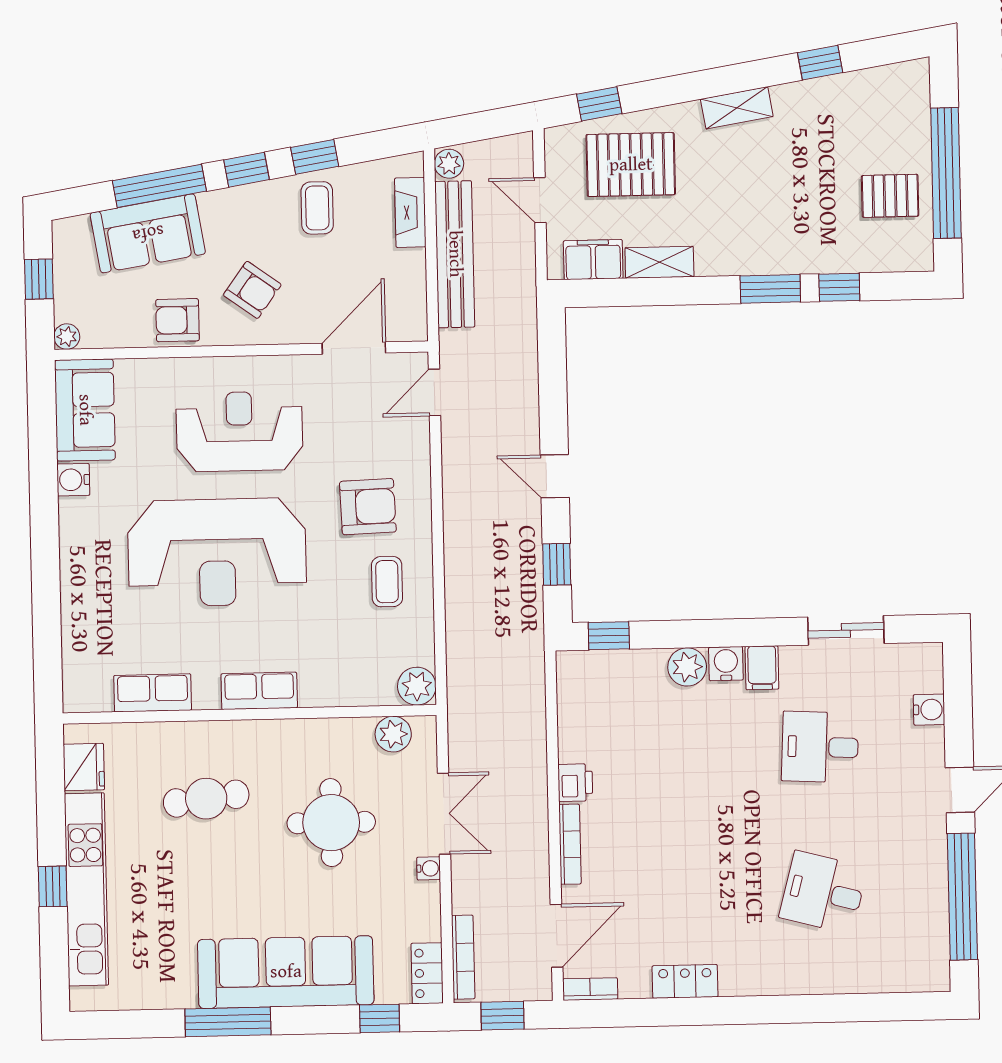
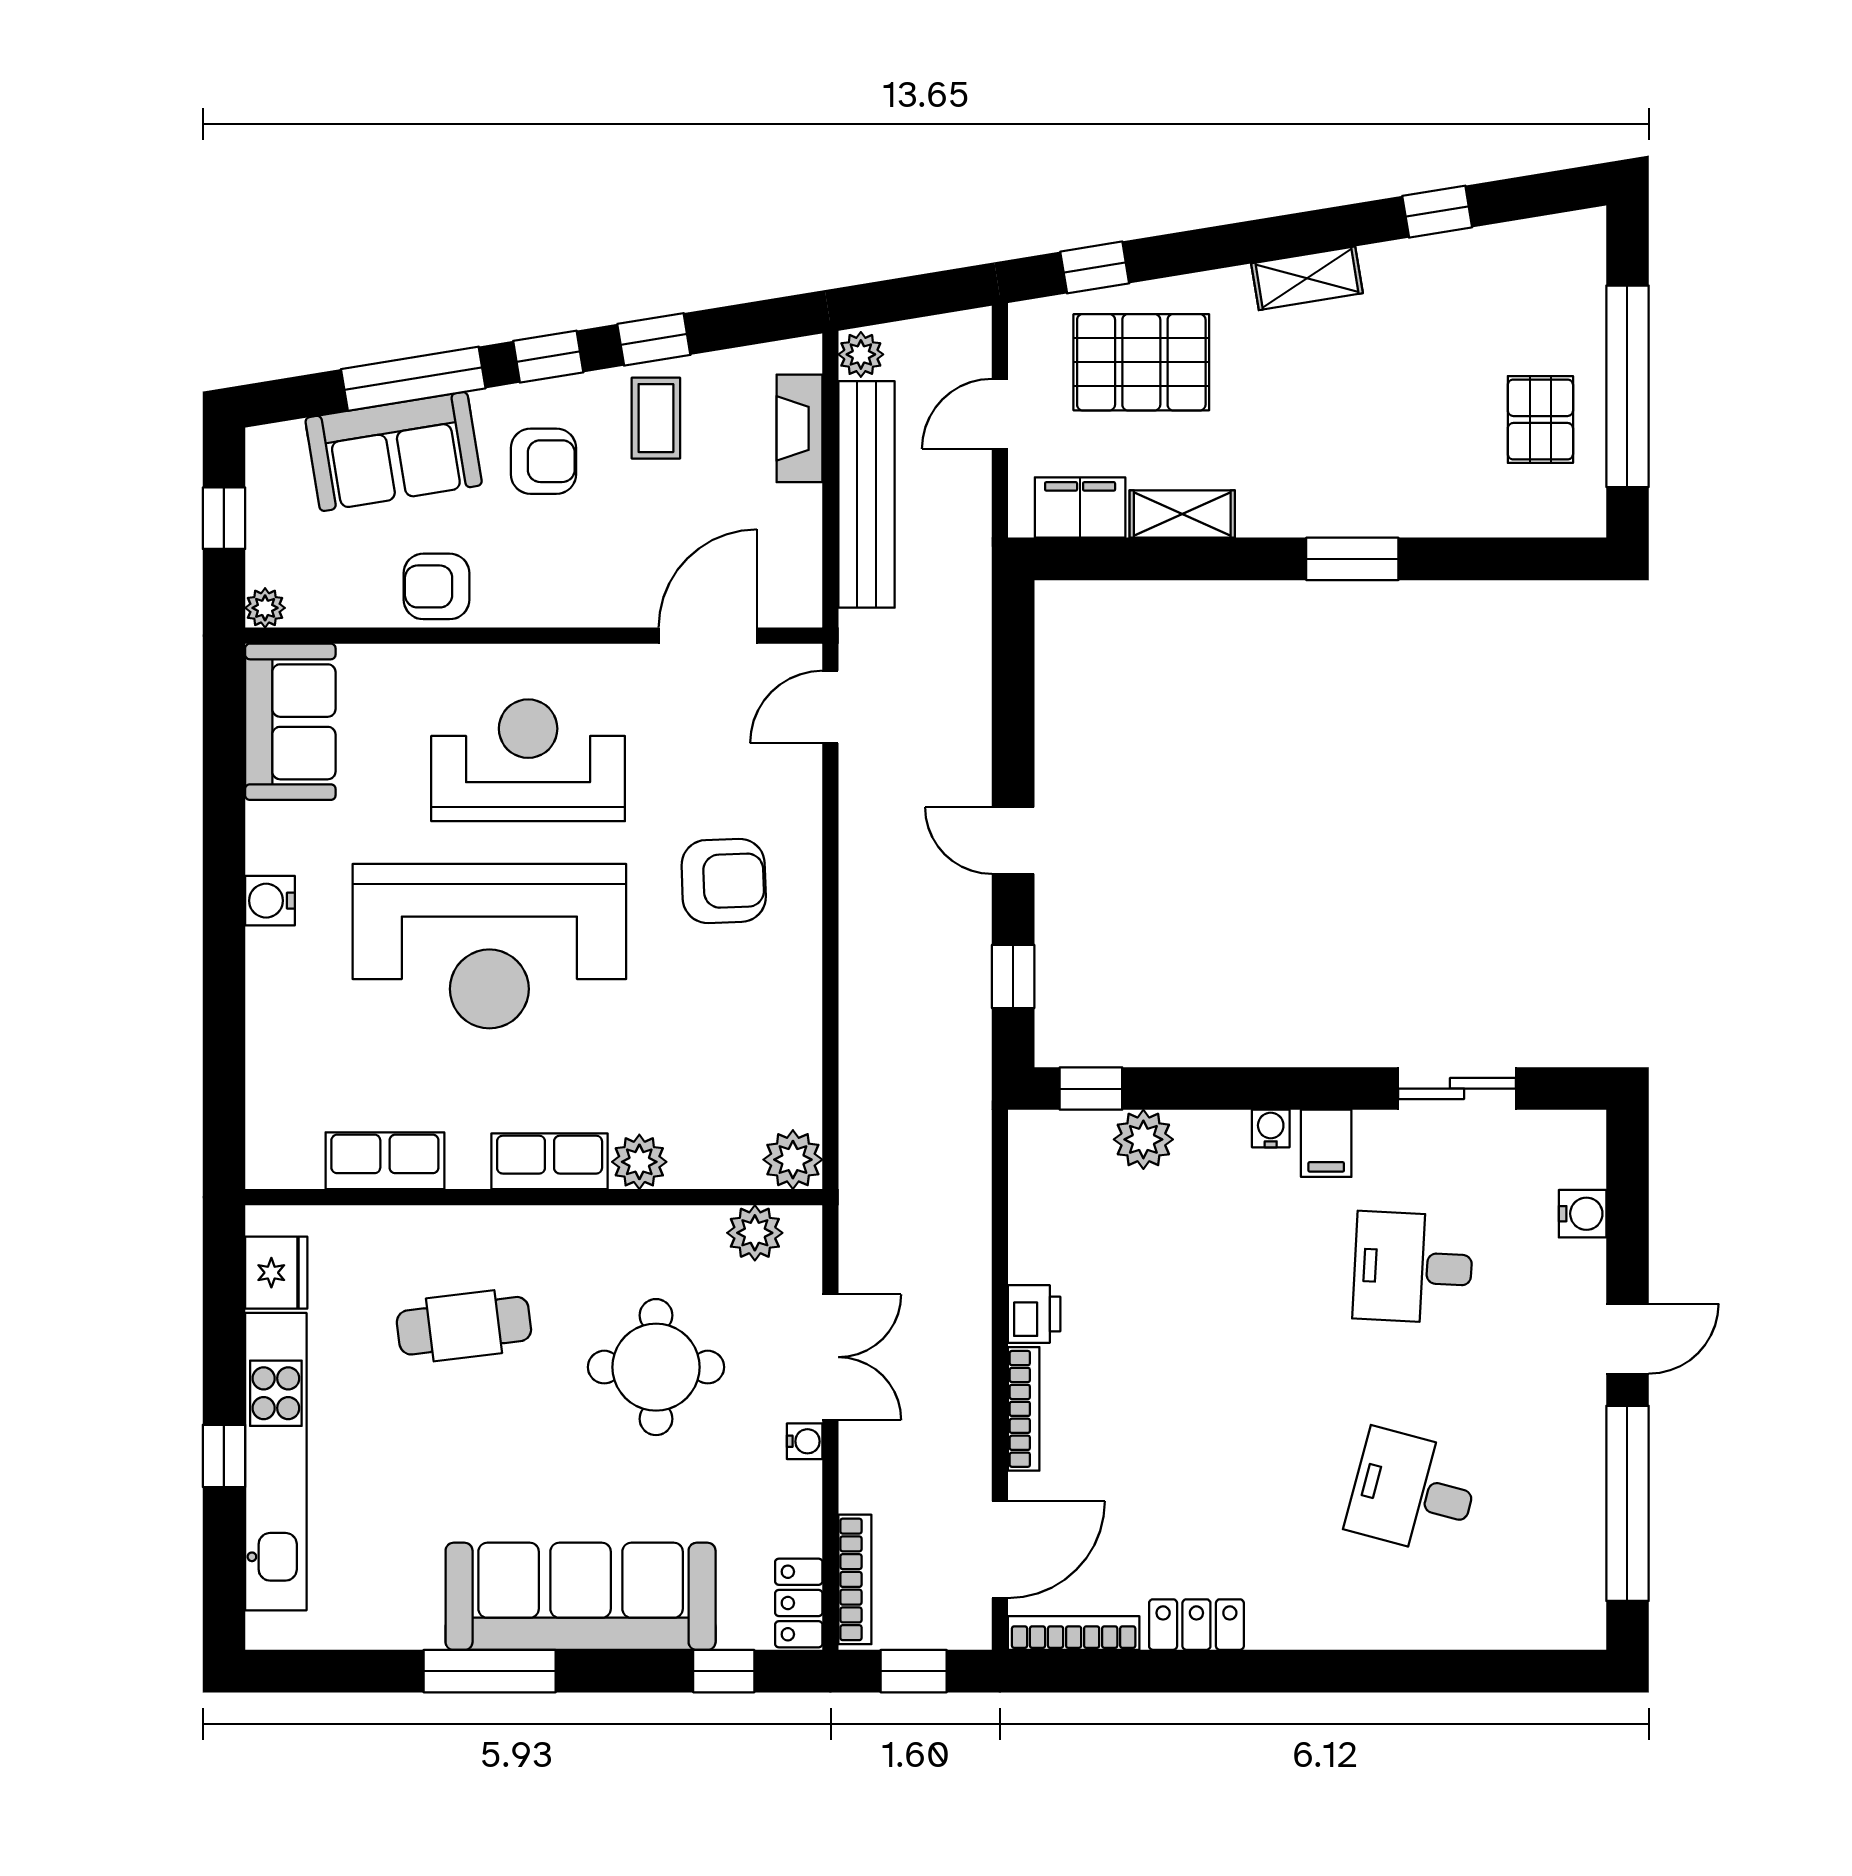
pallet: (890, 196) -> (1540, 419), turned 90
door: (540, 200) -> (1000, 414), hinge flipped
window: (839, 287) -> (1459, 559), removed
armchair: (252, 290) -> (543, 461), moved, turned -36
water cooler: (73, 480) -> (270, 901), moved
coffee table: (387, 582) -> (751, 997), removed
water cooler: (726, 664) -> (1271, 1128), width x0.72, depth x0.72
plant: (687, 667) -> (1143, 1139), moved
plant: (317, 690) -> (639, 1162), added
bookcase: (590, 989) -> (1074, 1633), width x1.56

